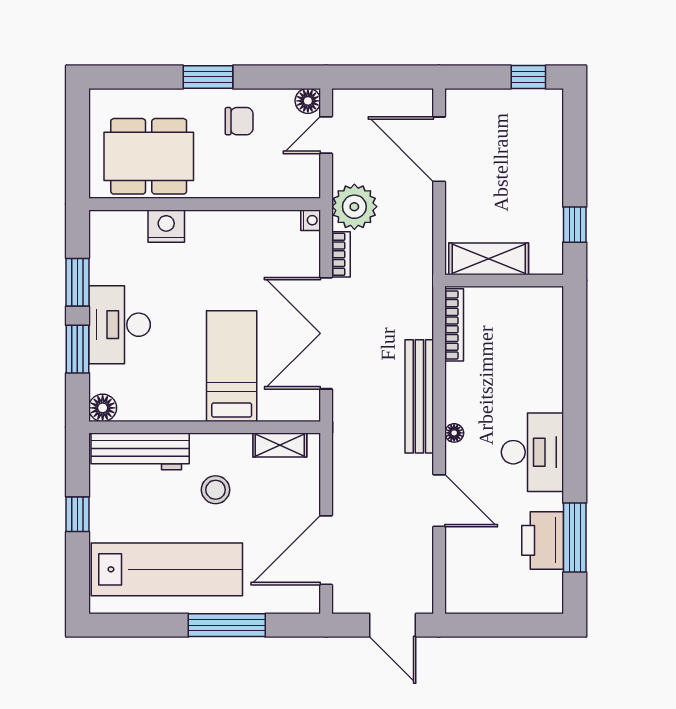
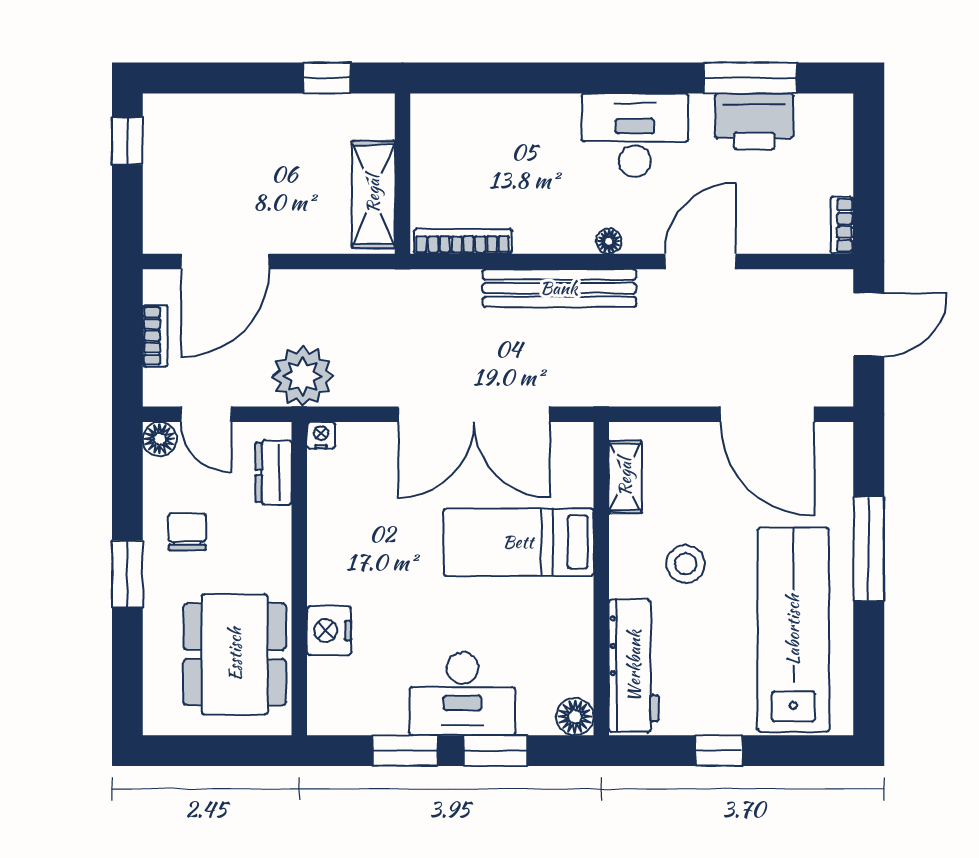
dresser: (283, 185) -> (274, 473), added
bookcase: (341, 254) -> (155, 336), moved, turned 90
bookcase: (466, 605) -> (842, 225), added

